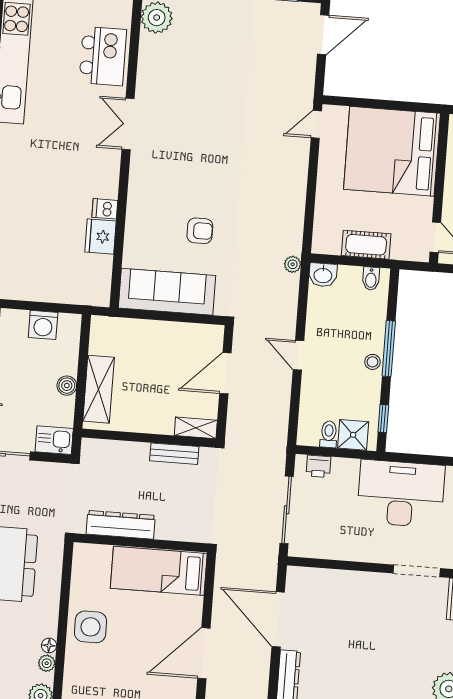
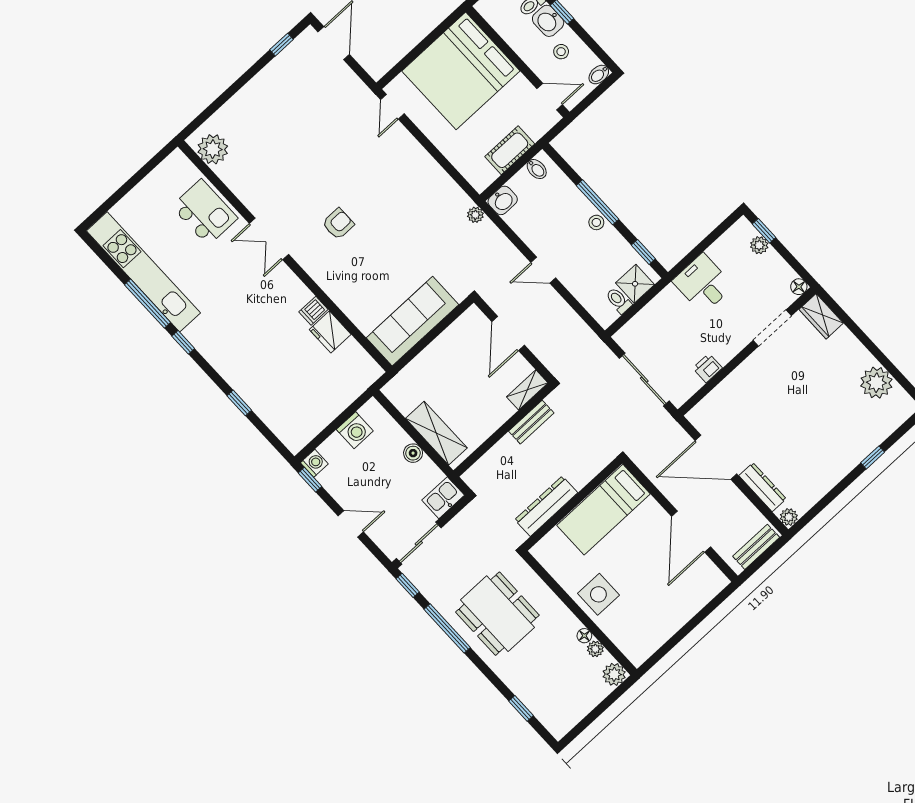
armchair: (200, 231) -> (338, 224), moved
printer: (319, 466) -> (708, 368), moved, turned 180
desk: (401, 494) -> (703, 284), width x0.53, depth x0.77

